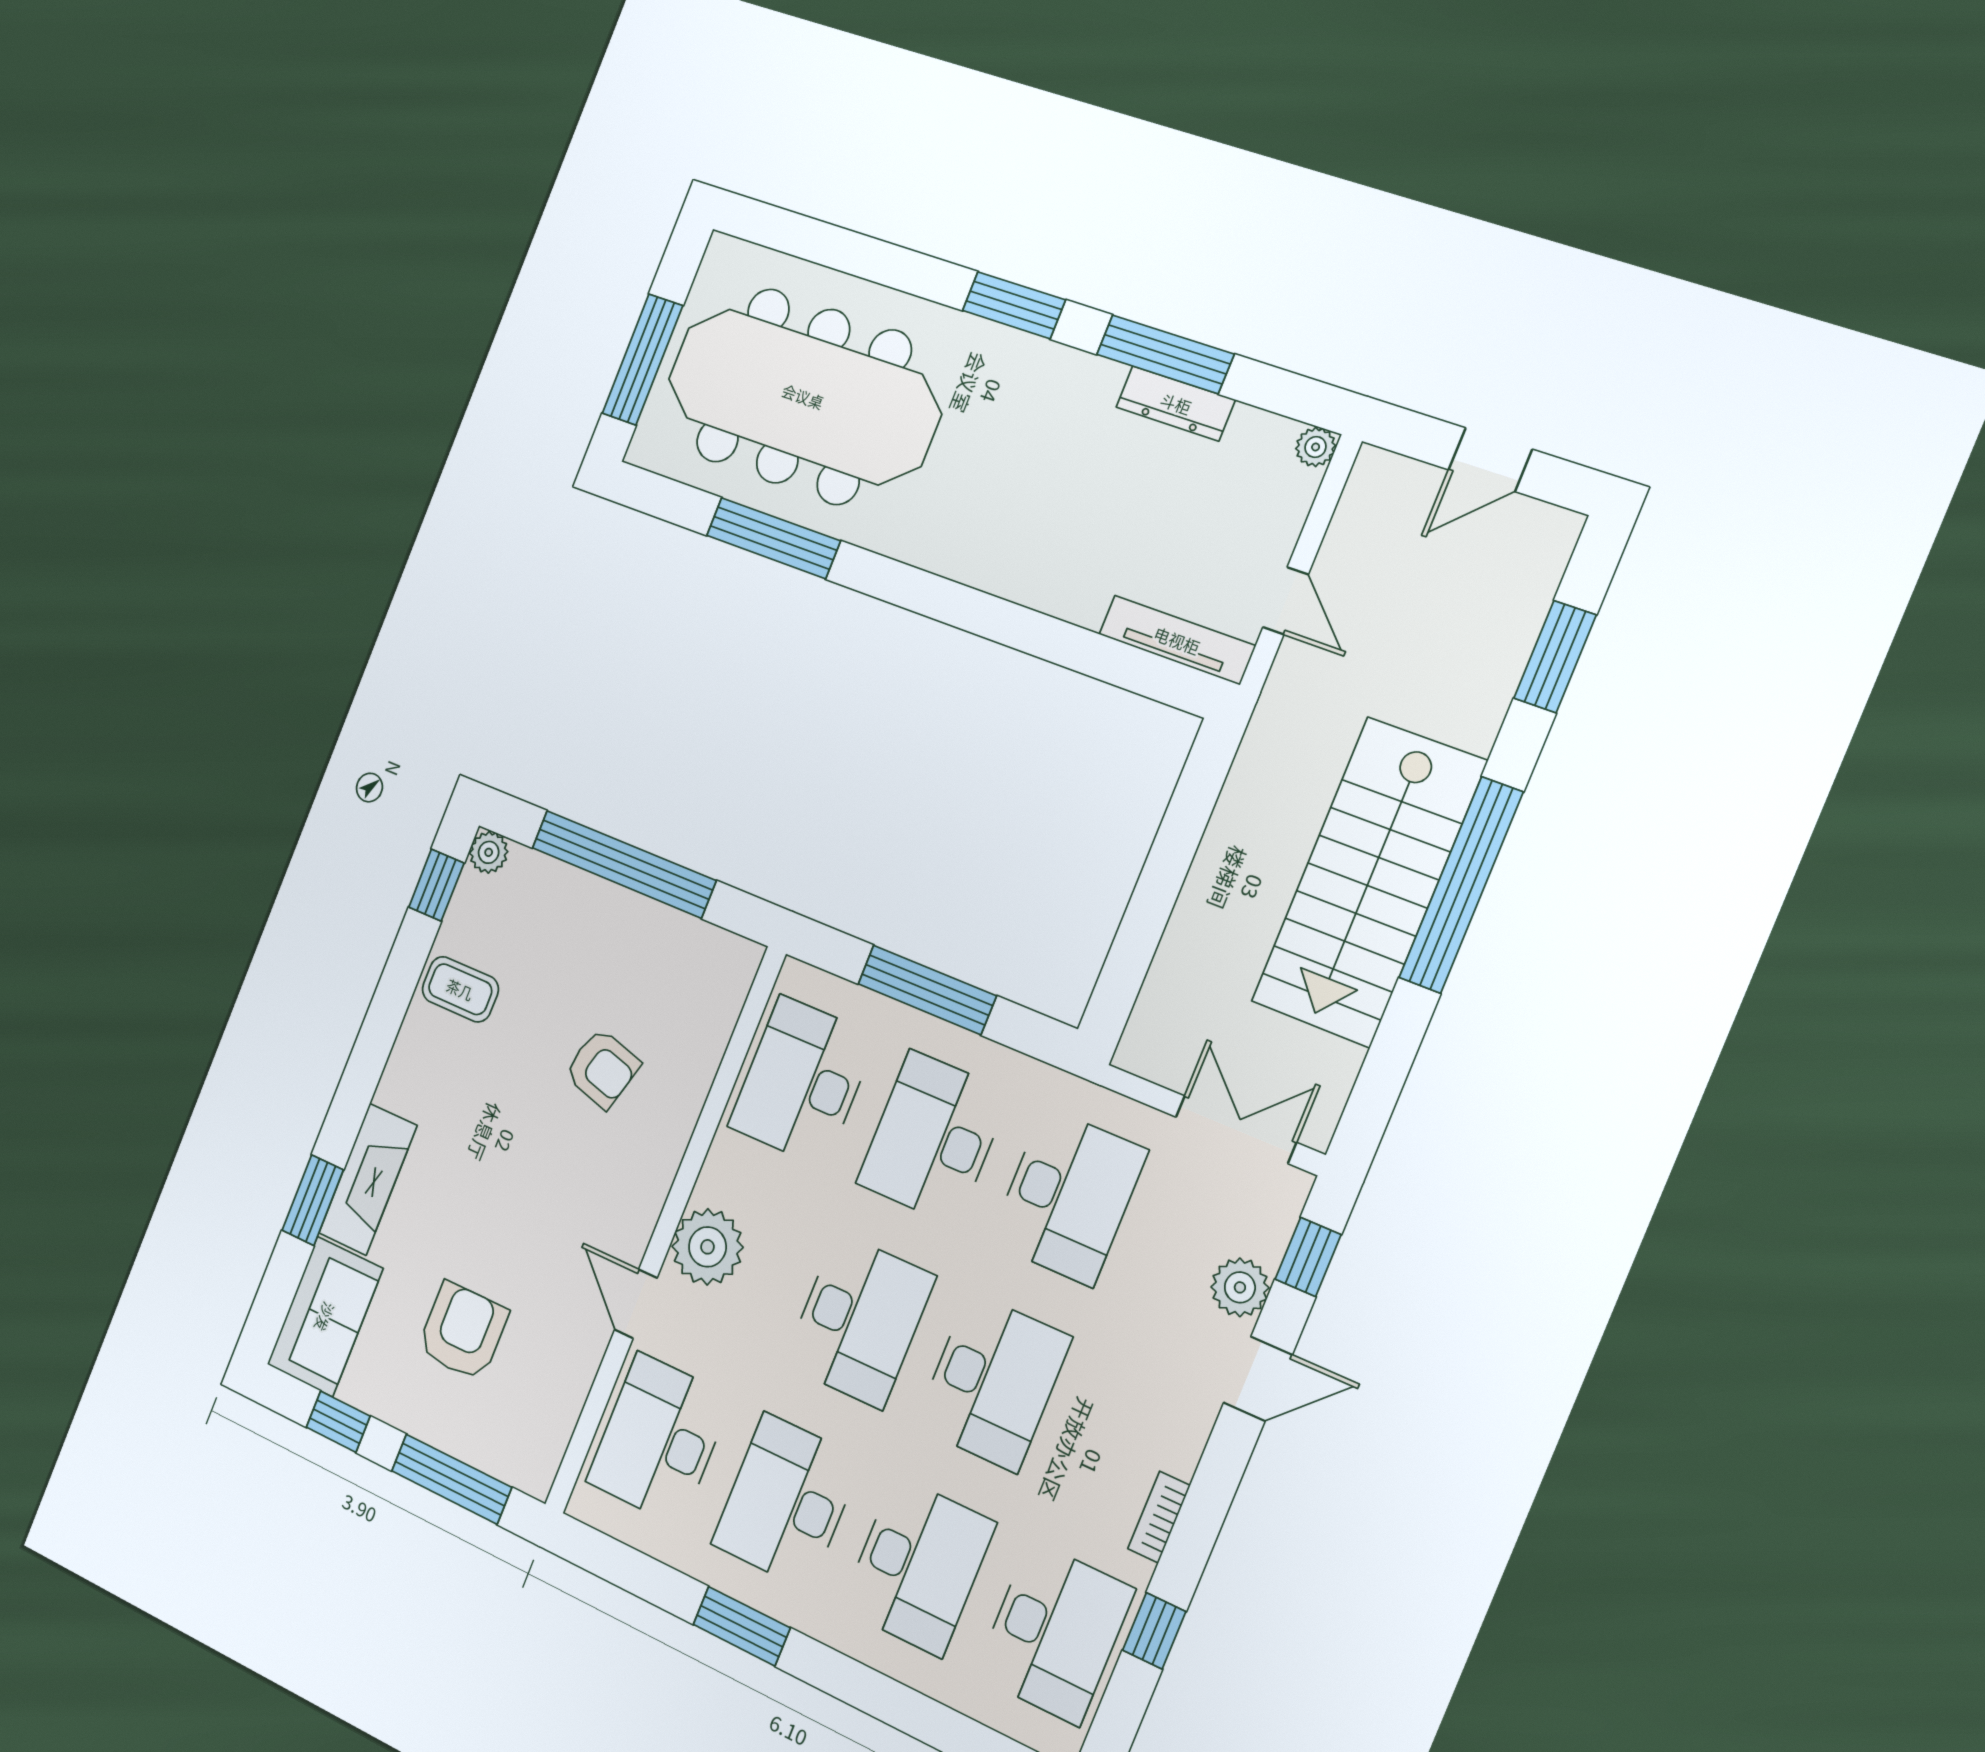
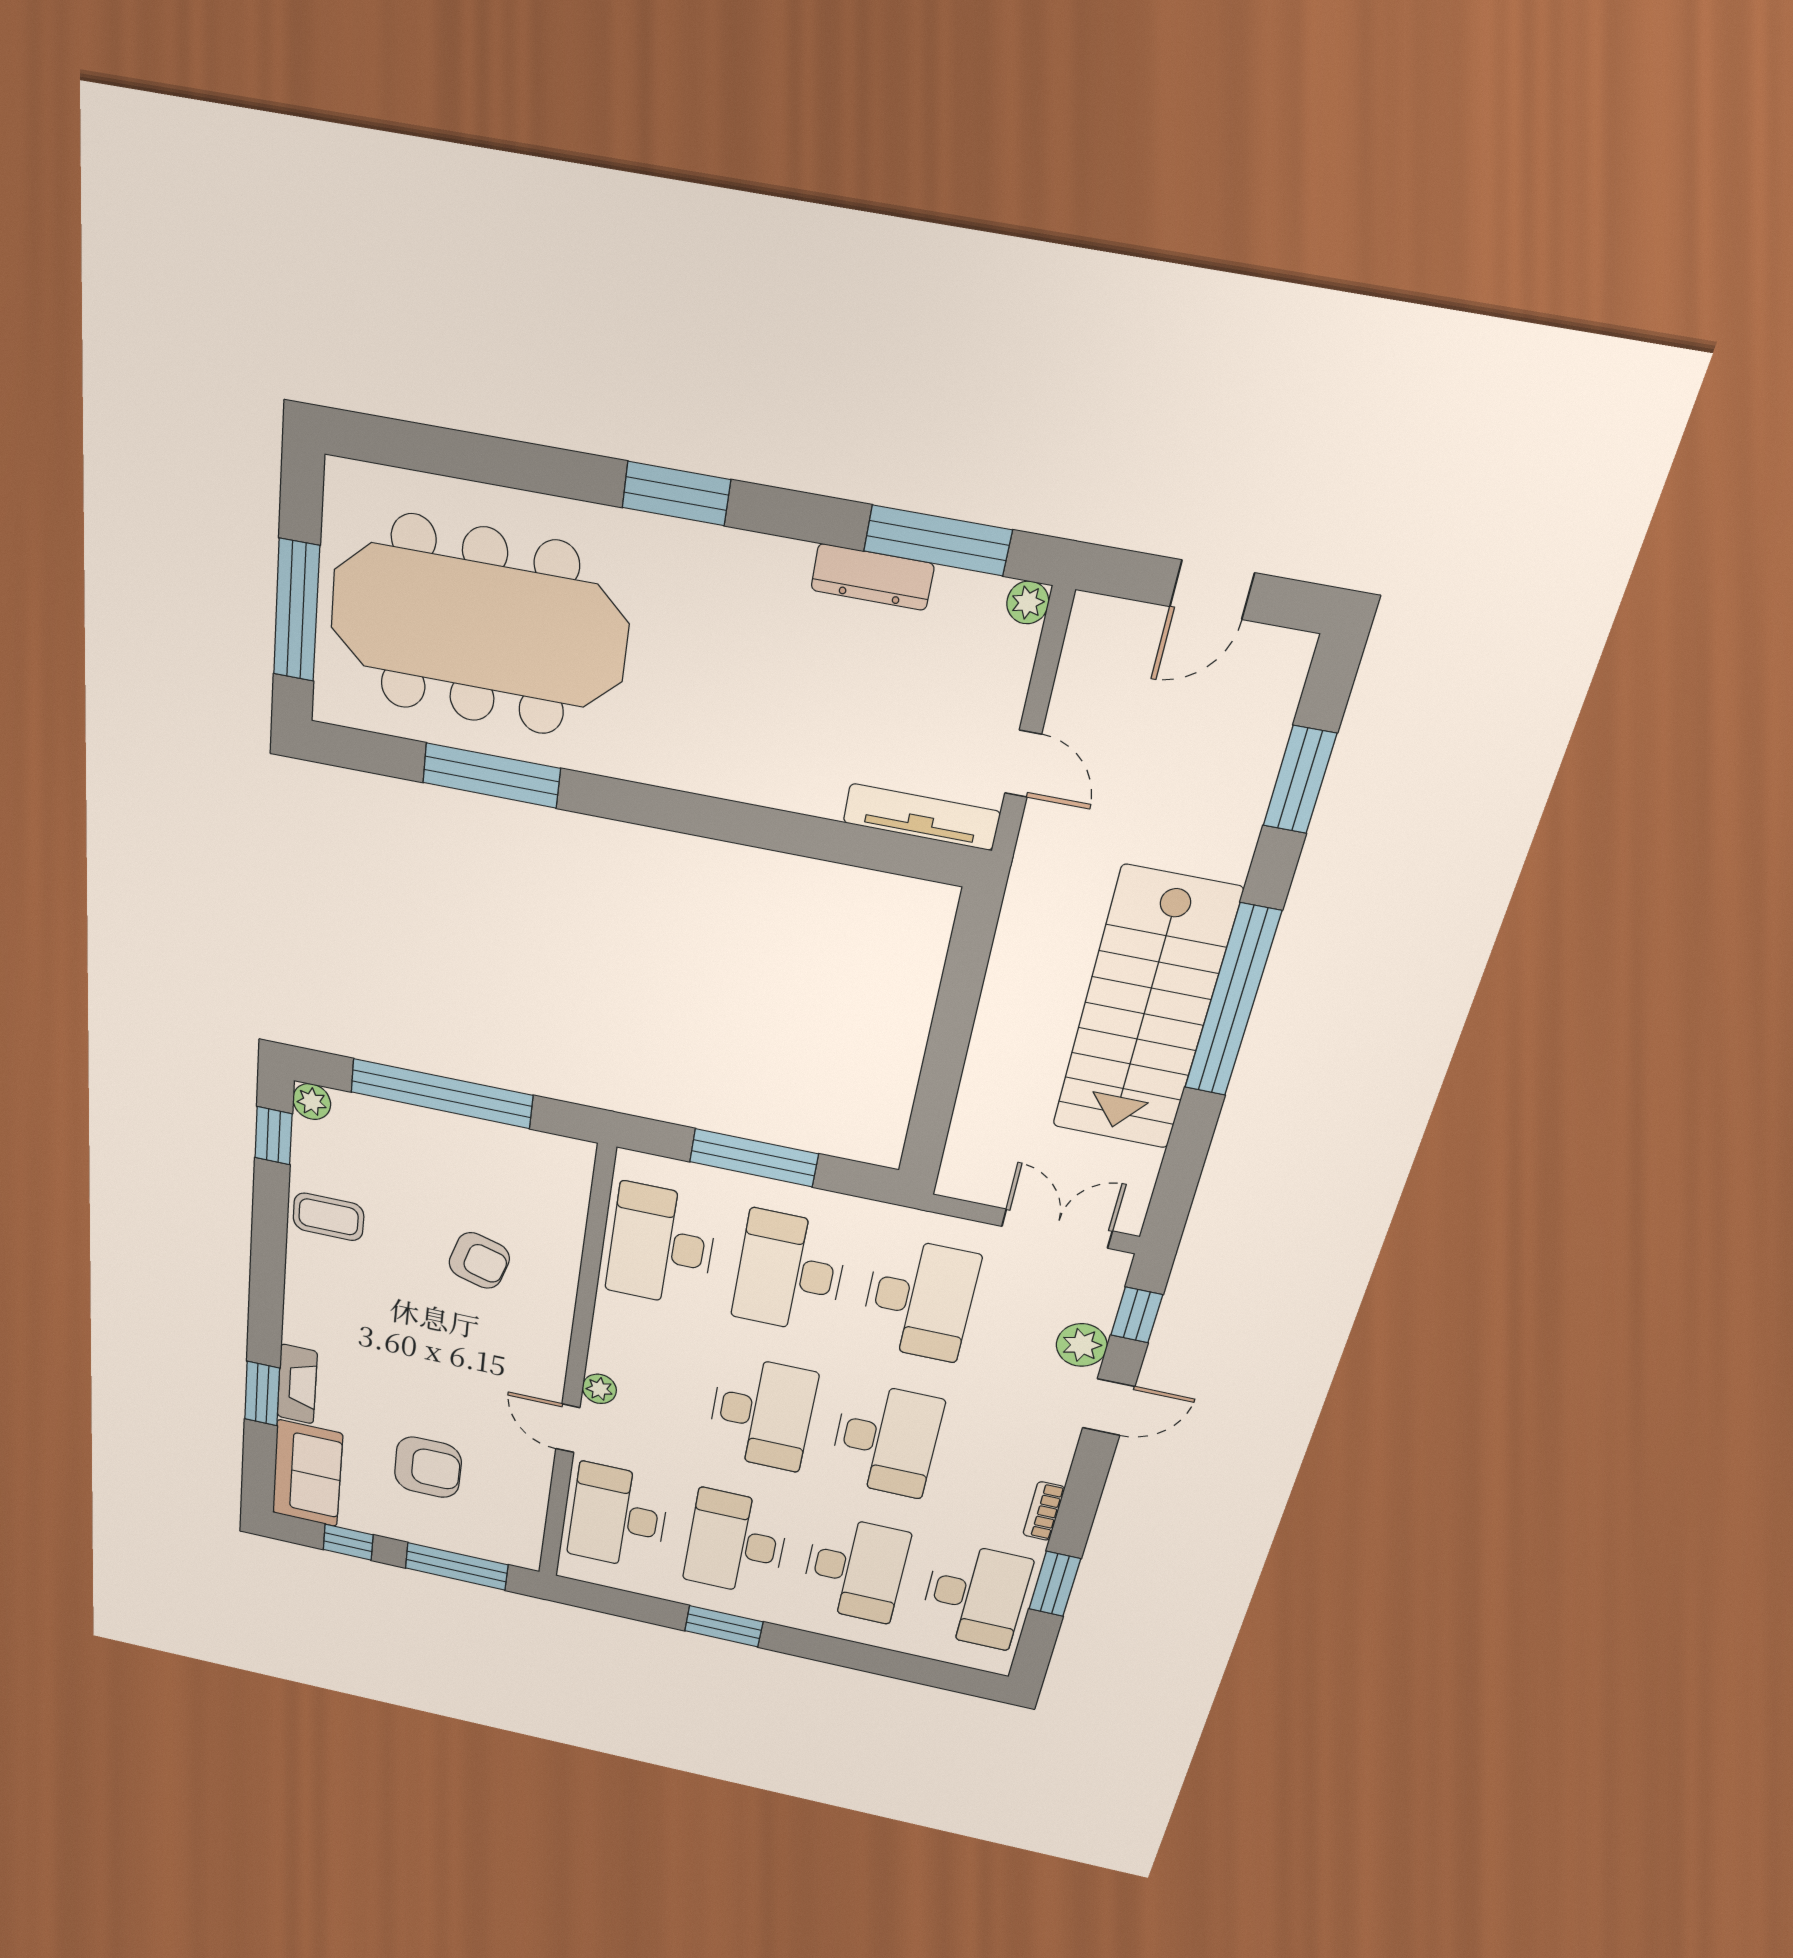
window: (1165, 354) -> (938, 540), moved
fireplace: (368, 1179) -> (297, 1384), width x0.73, depth x0.76
plant: (708, 1247) -> (599, 1389), width x0.53, depth x0.53
armchair: (463, 1331) -> (428, 1467), turned 90
window: (1154, 1631) -> (1055, 1584), width x1.50

